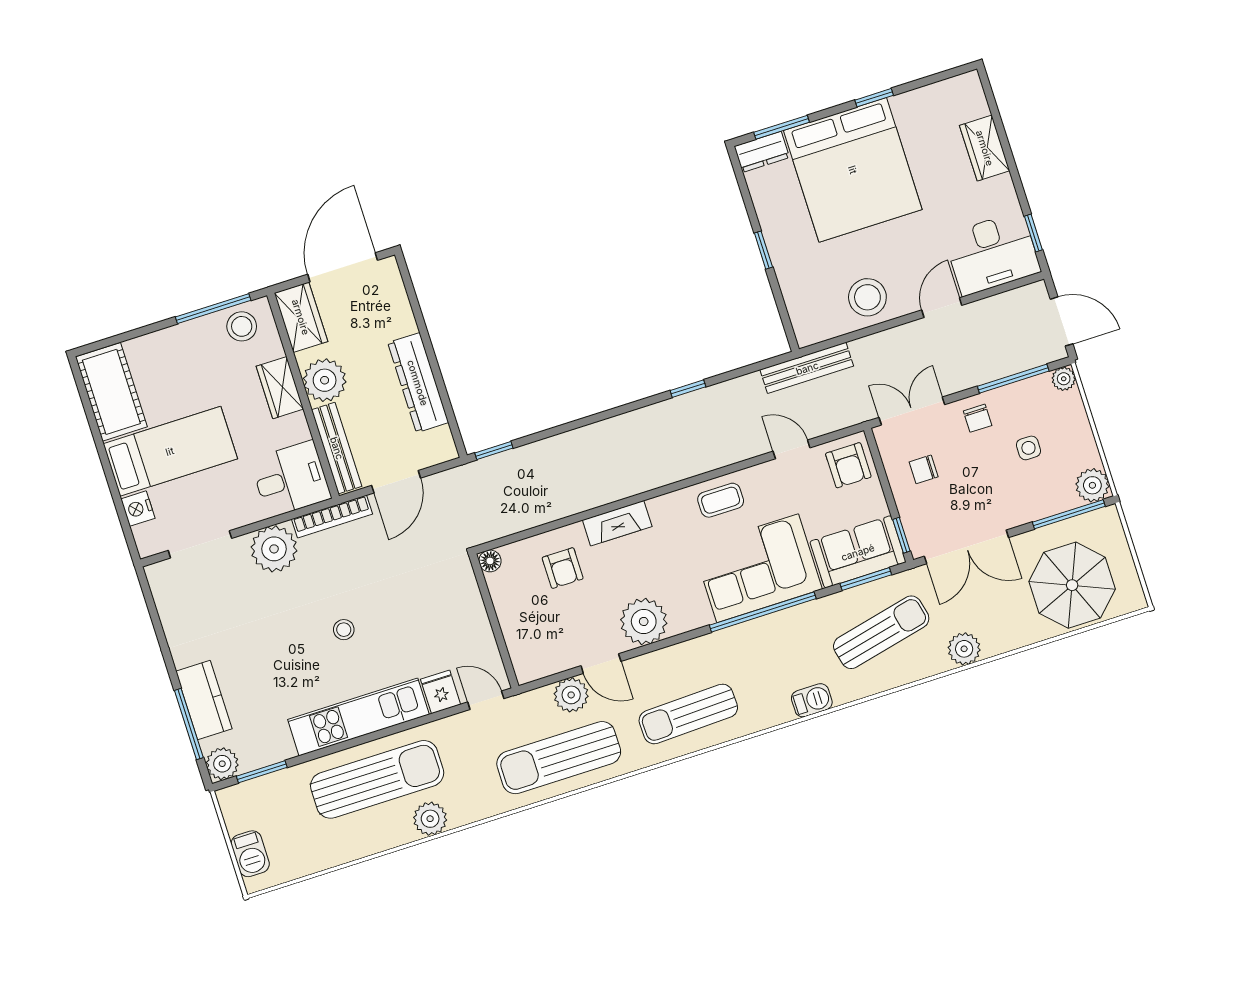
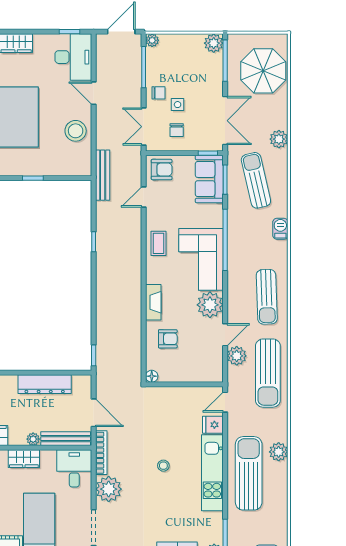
plant: (325, 380) -> (33, 439), width x0.53, depth x0.53
side table: (1028, 448) -> (178, 105), moved
corner sofa: (758, 568) -> (201, 259), moved

